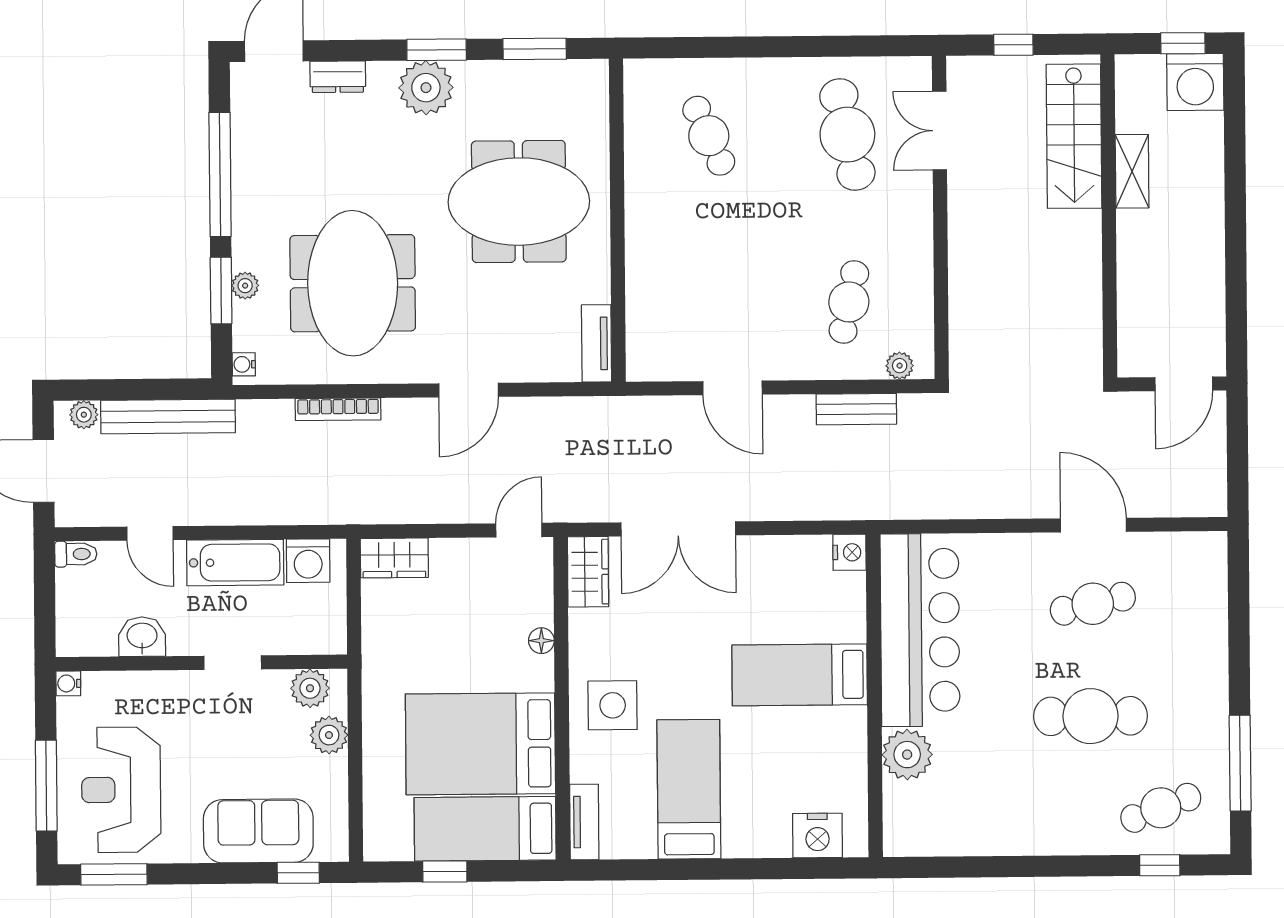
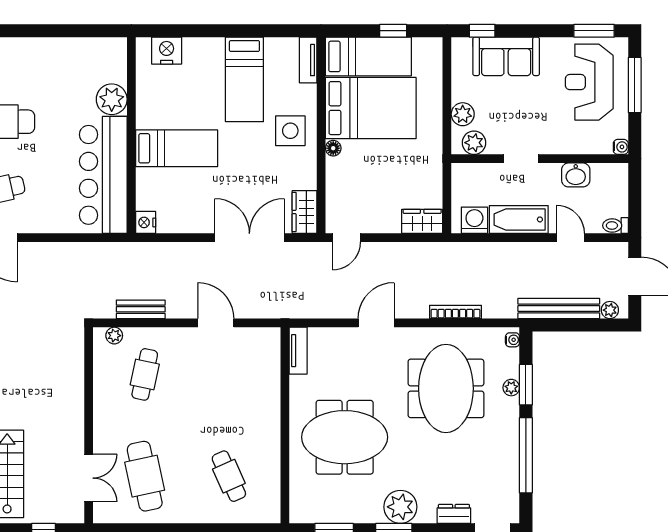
floor lamp: (541, 641) -> (333, 148), moved
reception desk: (121, 790) -> (589, 82), turned 180

